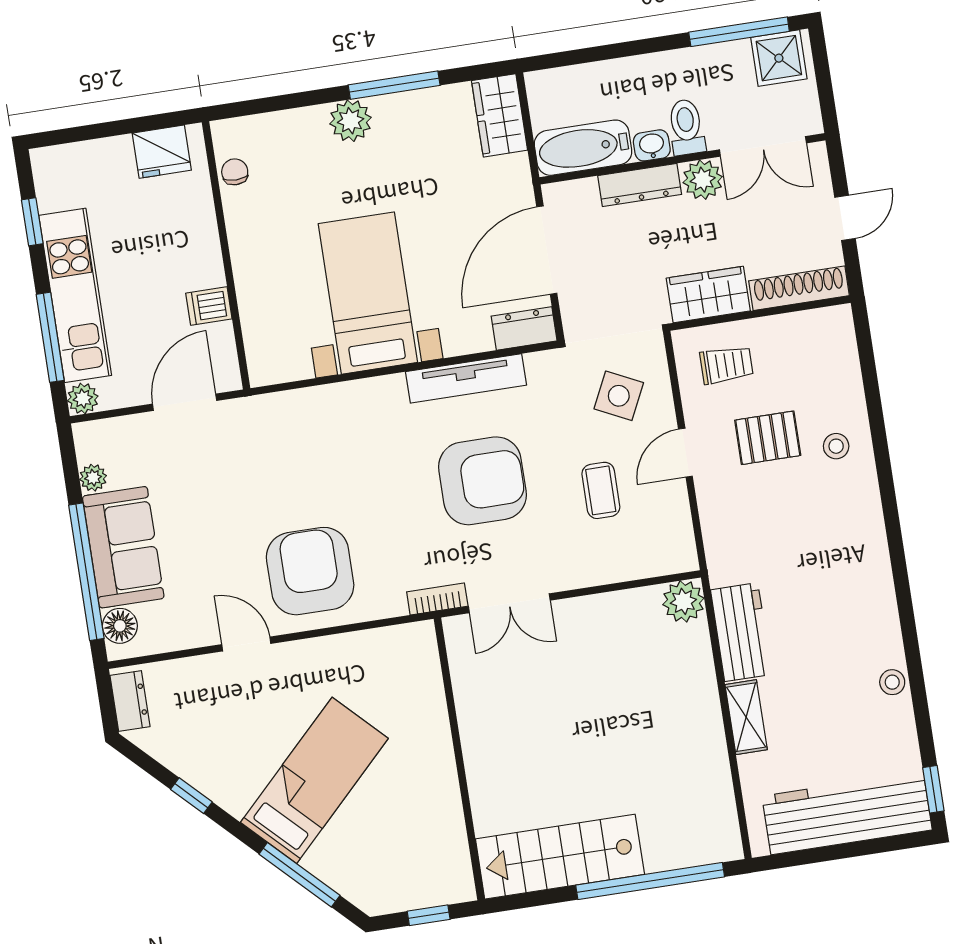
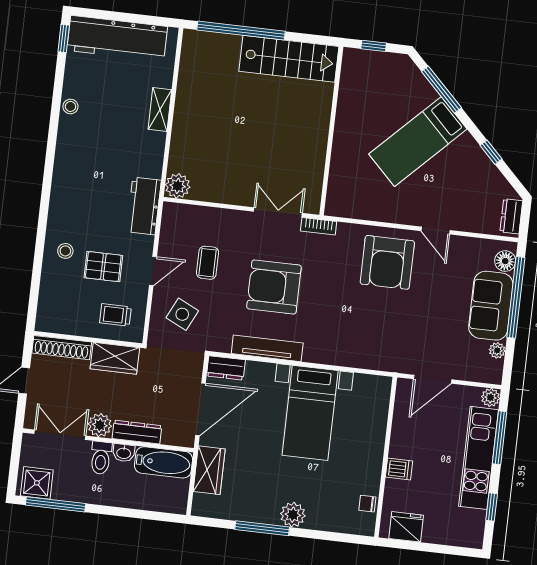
wardrobe: (500, 115) -> (209, 470), moved
chair: (235, 172) -> (367, 504), turned 90
dishwasher: (209, 306) -> (399, 469), moved
workbench: (741, 632) -> (144, 206), moved

